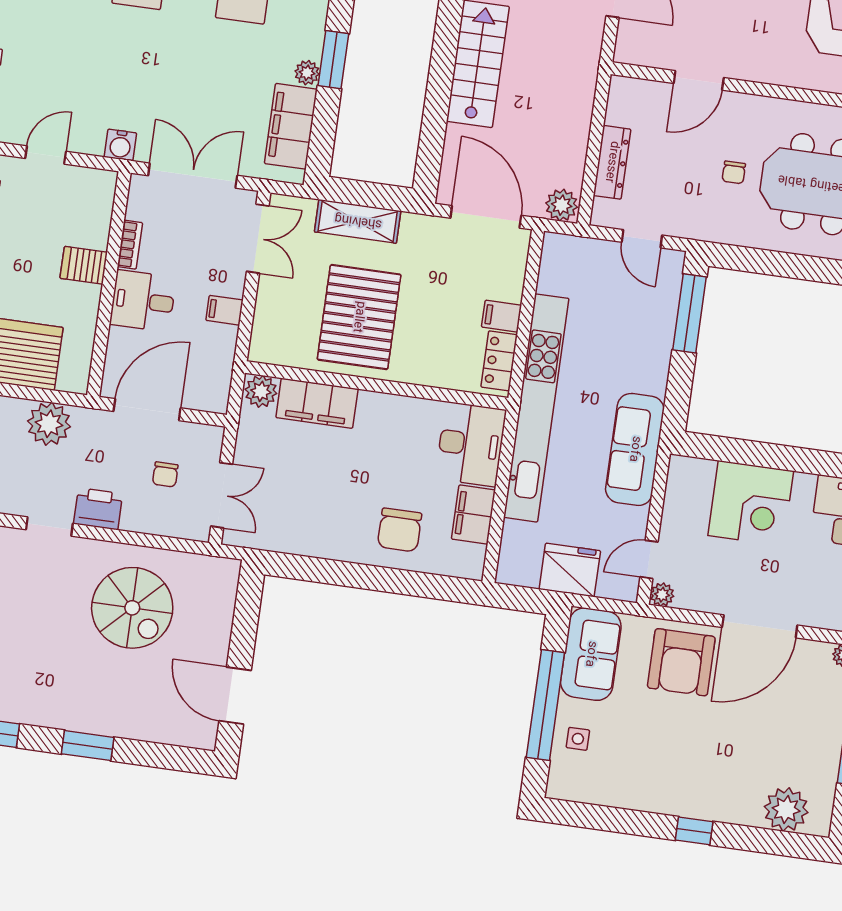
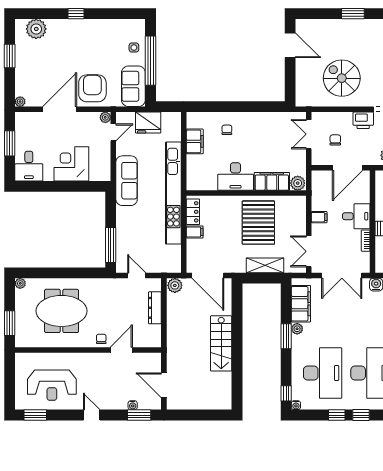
chair: (734, 172) -> (101, 339), moved
desk: (471, 444) -> (236, 176), moved, turned -90
chair: (400, 530) -> (227, 130), width x0.54, depth x0.54

